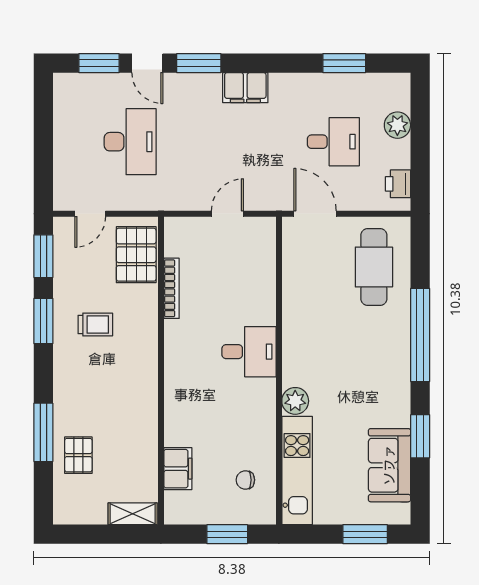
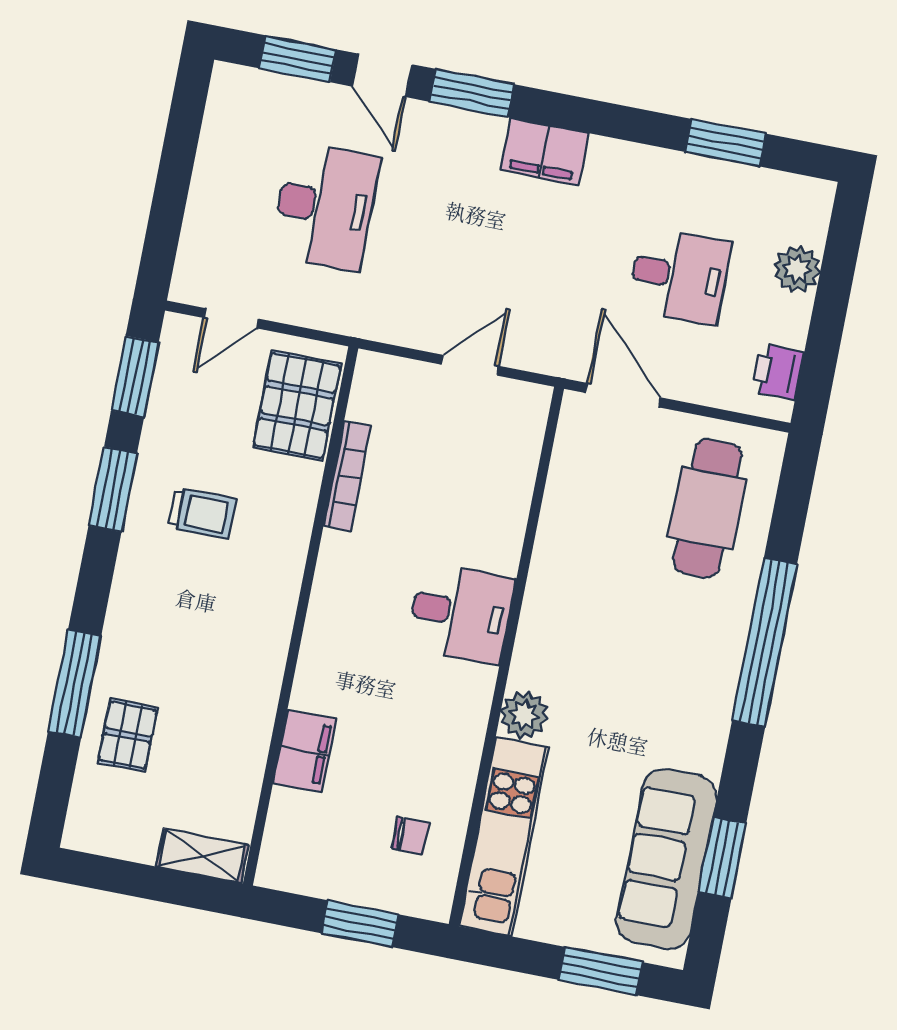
window: (420, 436) -> (722, 858), moved
sofa: (389, 465) -> (667, 859), width x1.36
filing cabinet: (178, 469) -> (305, 751), moved
chair: (245, 480) -> (410, 836), turned 180

